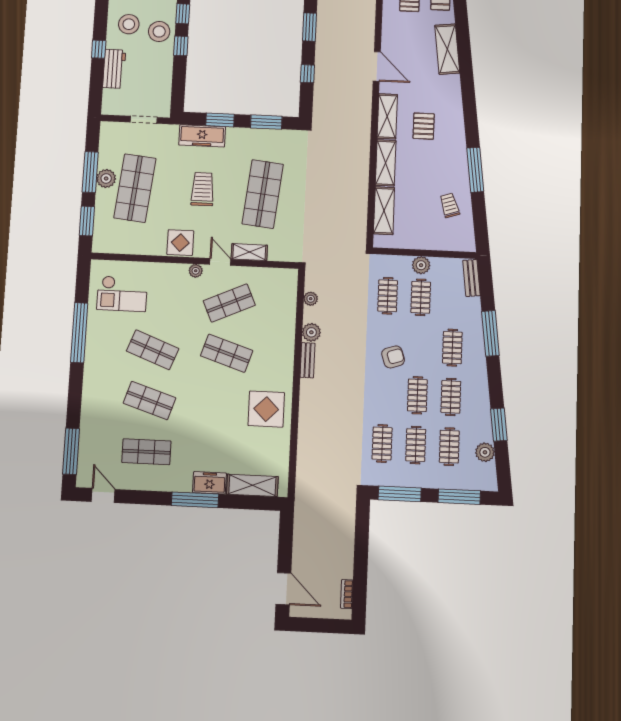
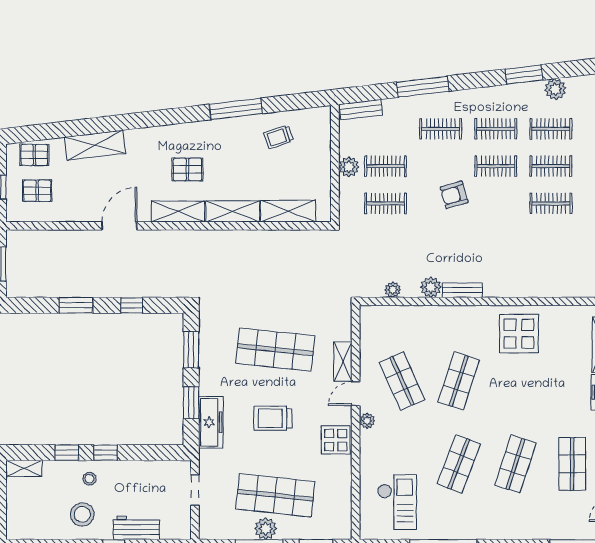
stool: (159, 32) -> (89, 479), width x0.53, depth x0.53
armchair: (393, 357) -> (454, 195), turned -88

